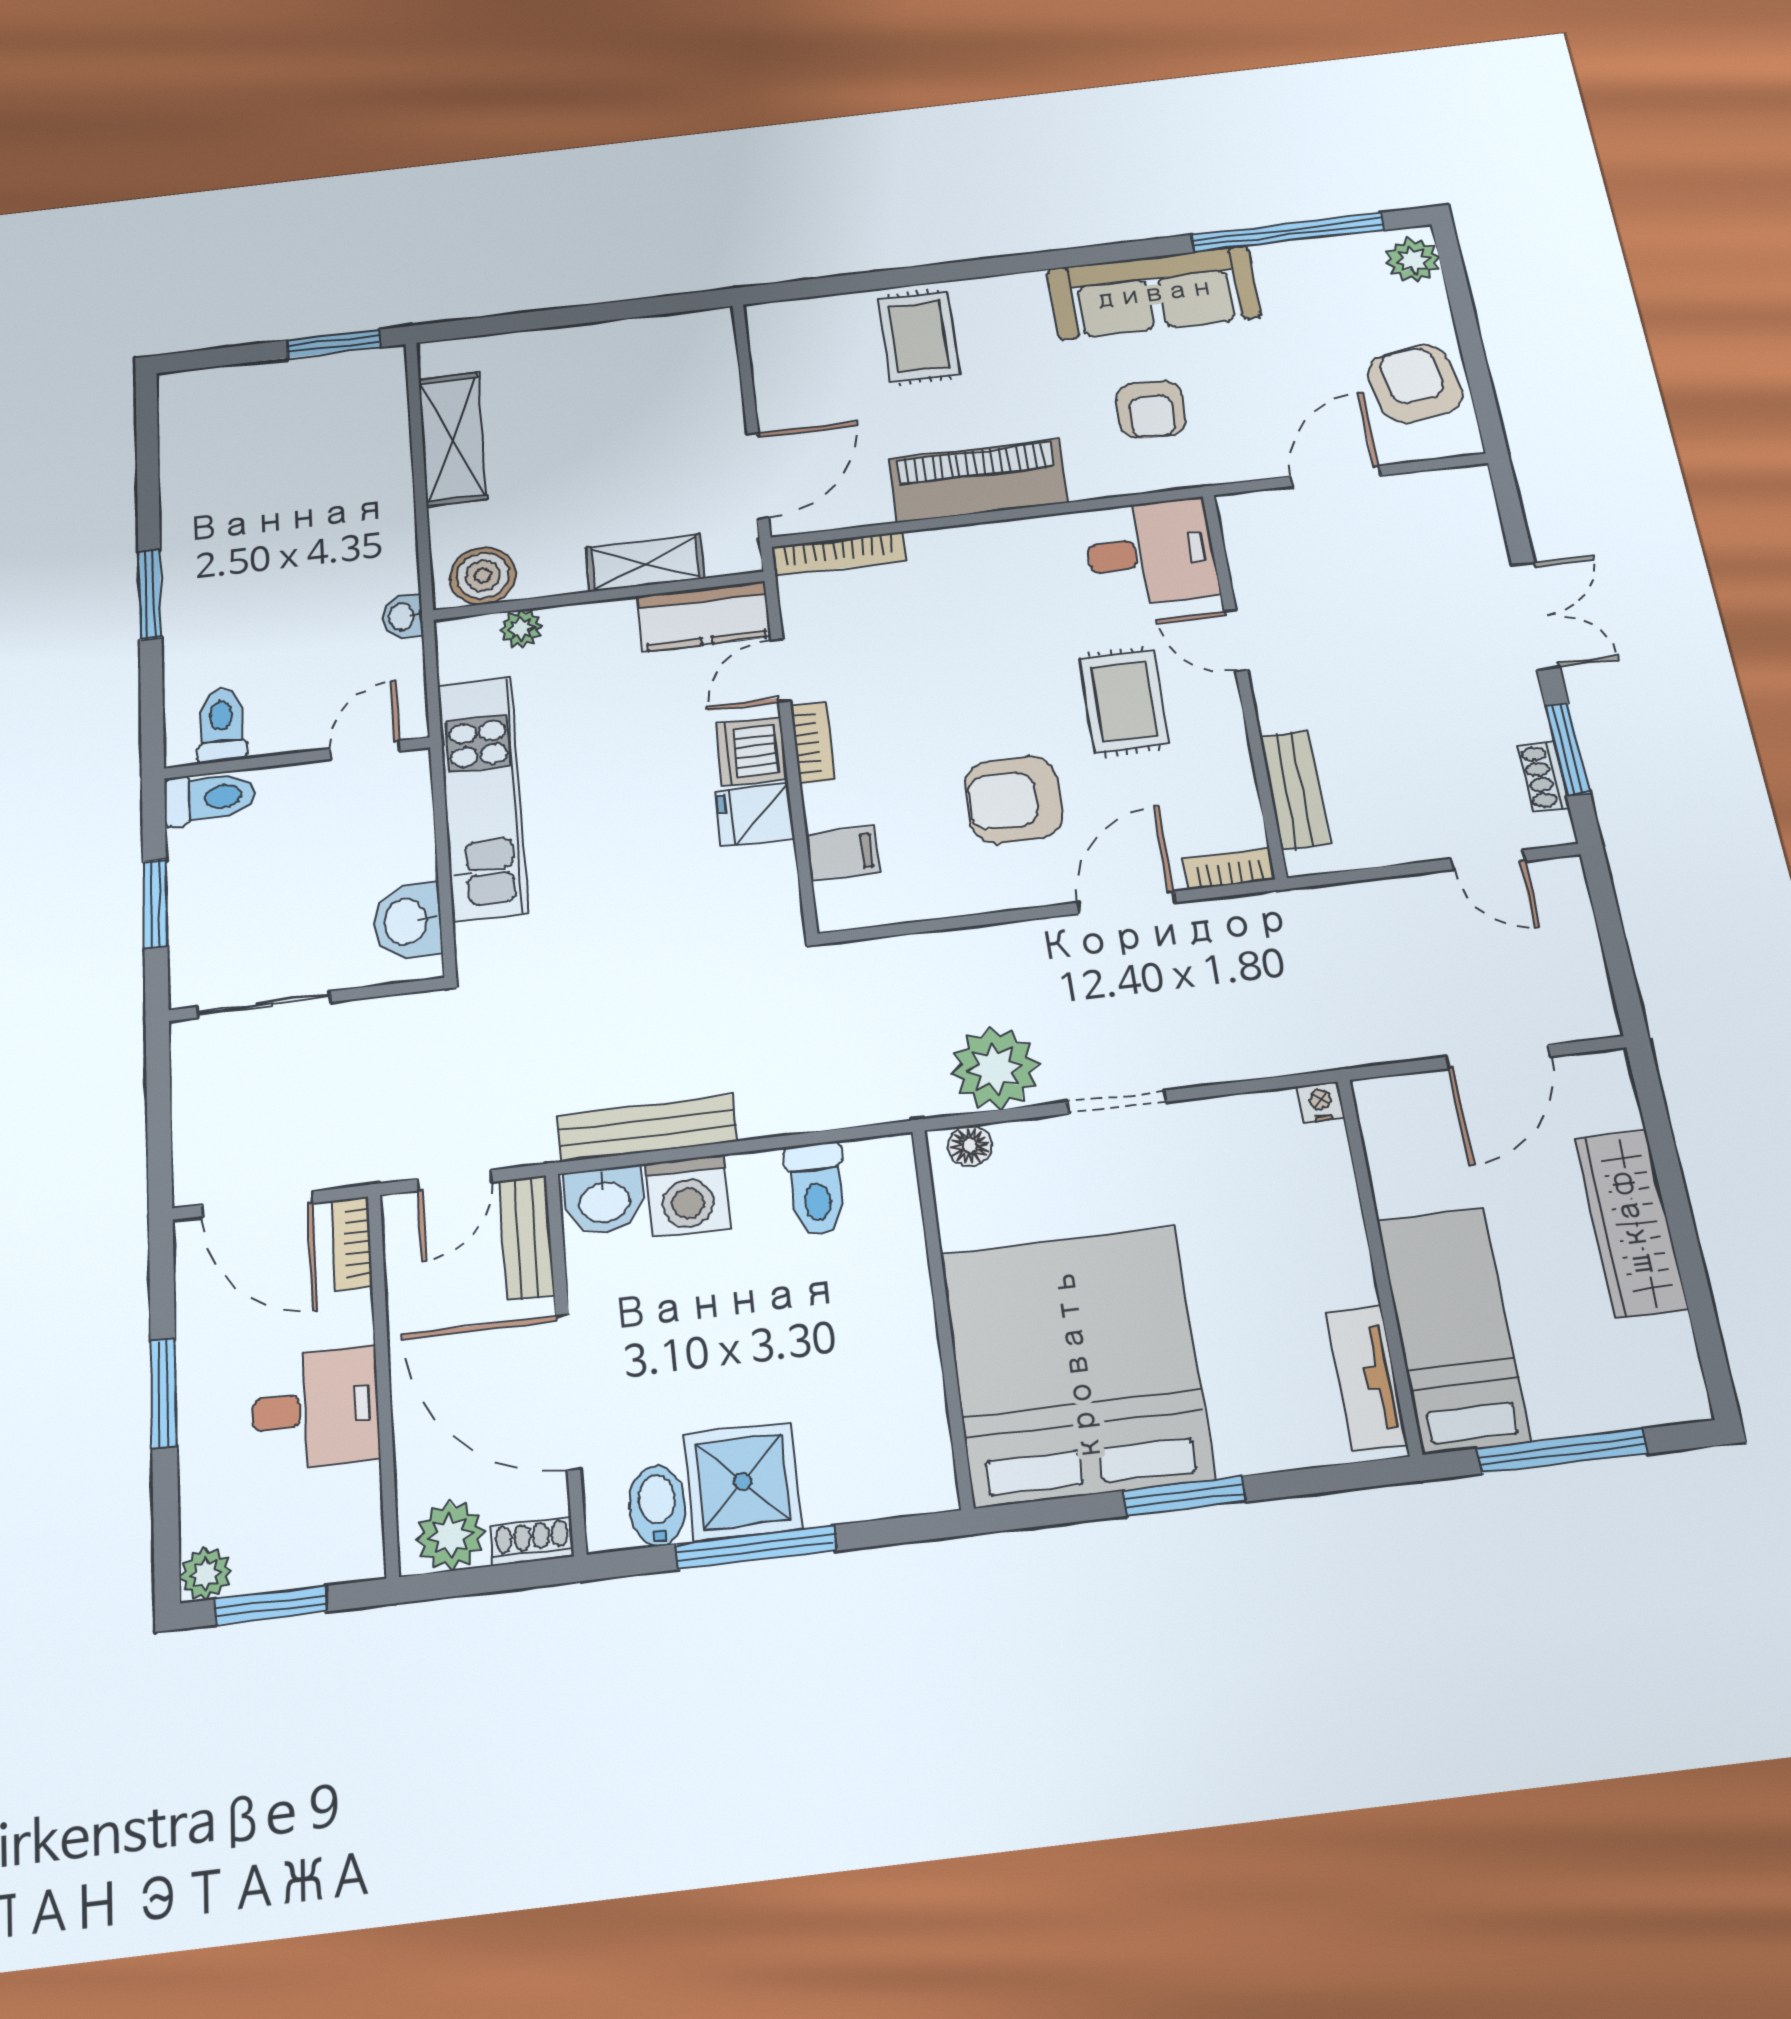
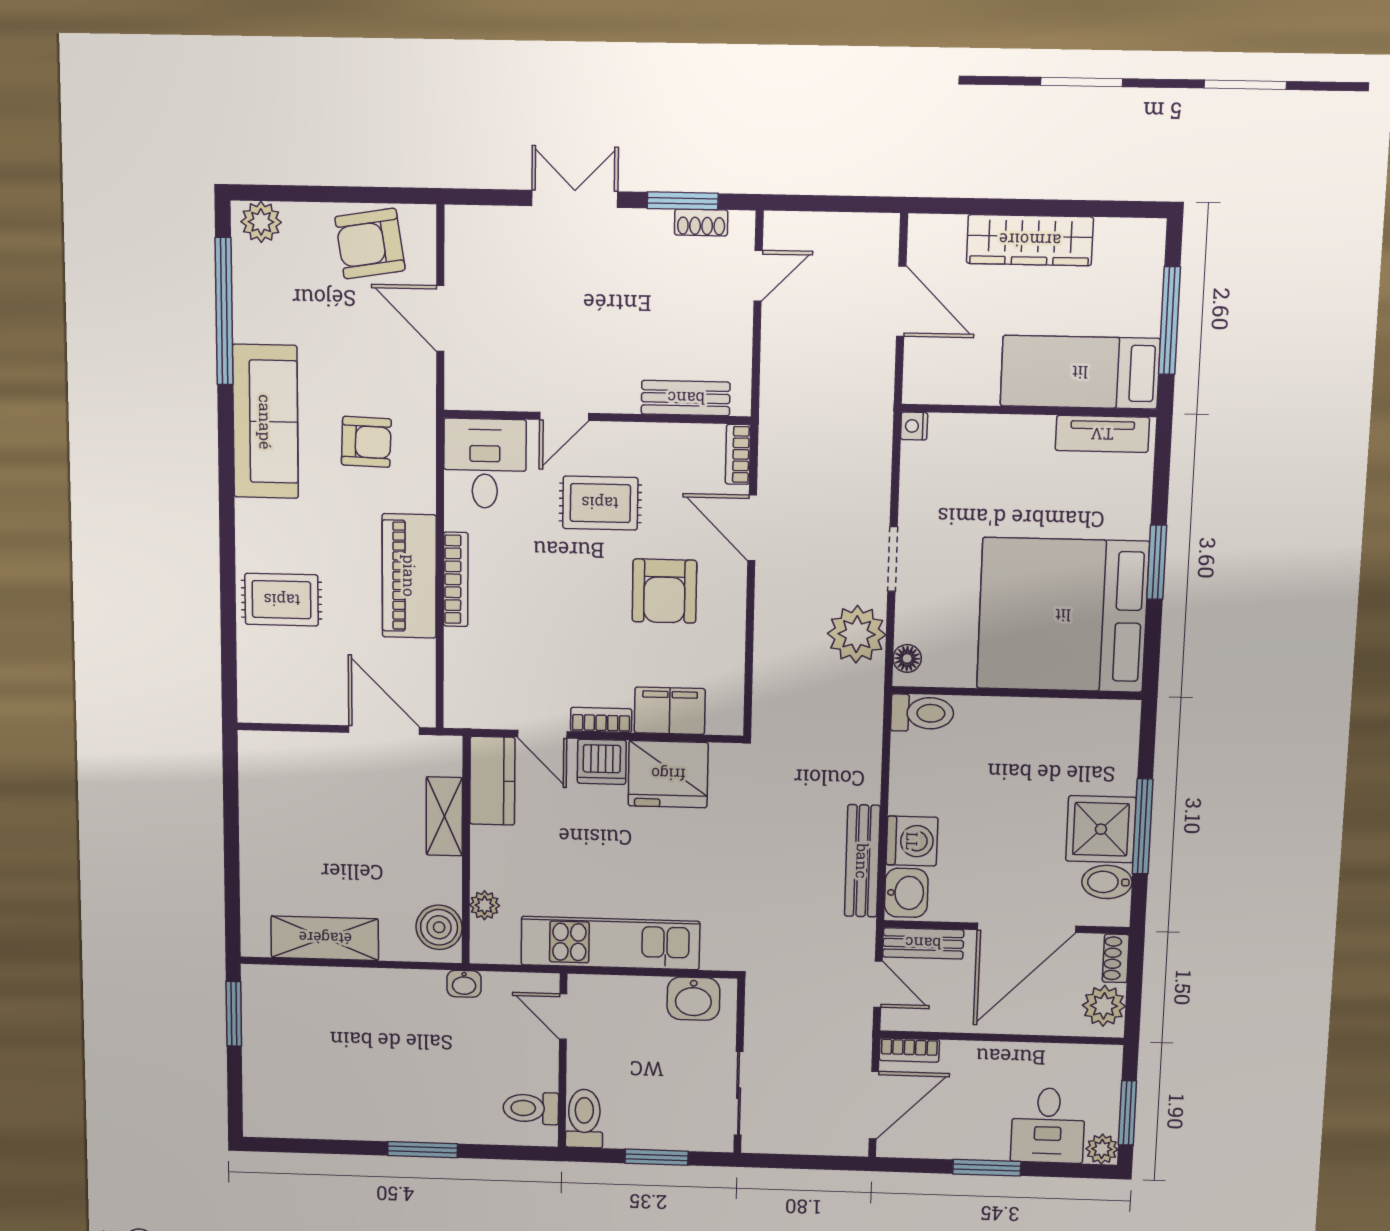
bookcase: (839, 554) -> (456, 579), moved
fridge: (755, 815) -> (668, 774), width x1.88, depth x1.34
filing cabinet: (843, 853) -> (670, 711), width x2.00
toilet: (816, 1189) -> (922, 713), moved
desk: (315, 1408) -> (1048, 1125), moved, turned 180

